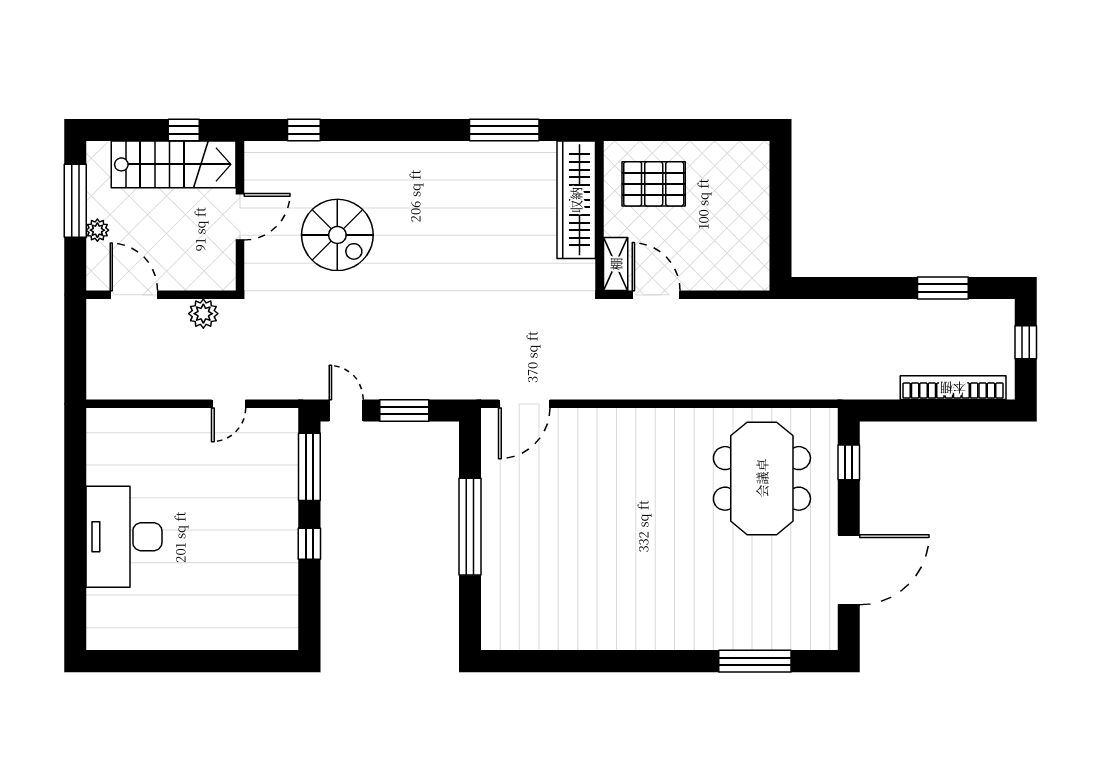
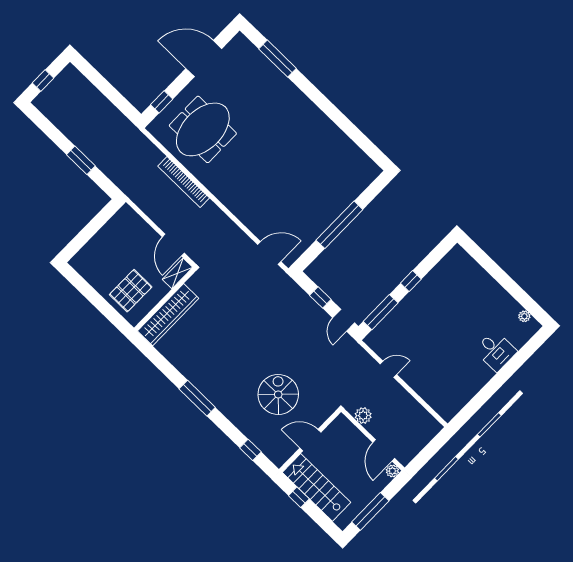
window: (504, 130) -> (197, 398), moved
pallet: (654, 184) -> (131, 291), turned 90
plant: (97, 230) -> (392, 471), moved
window: (943, 288) -> (81, 160), moved
bookcase: (953, 388) -> (184, 182), moved
window: (404, 411) -> (320, 297), width x0.67
desk: (124, 537) -> (496, 351), width x0.53, depth x0.77
plant: (122, 640) -> (524, 316), added

